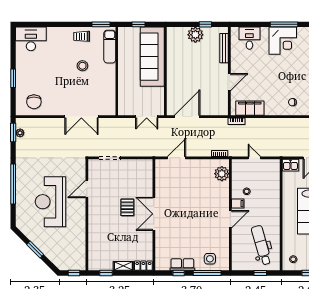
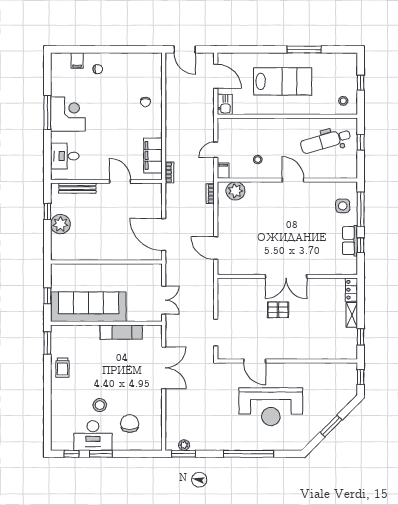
desk: (31, 39) -> (93, 436), moved, turned -90
window: (13, 43) -> (71, 454), added
exam couch: (110, 47) -> (121, 332), moved
sofa: (152, 57) -> (89, 307), moved, turned 180
stool: (82, 66) -> (100, 405), moved
window: (13, 78) -> (101, 454), moved
chair: (34, 102) -> (130, 424), moved, turned -90
double door: (147, 117) -> (164, 300), moved
filing cabinet: (238, 204) -> (223, 171), moved

